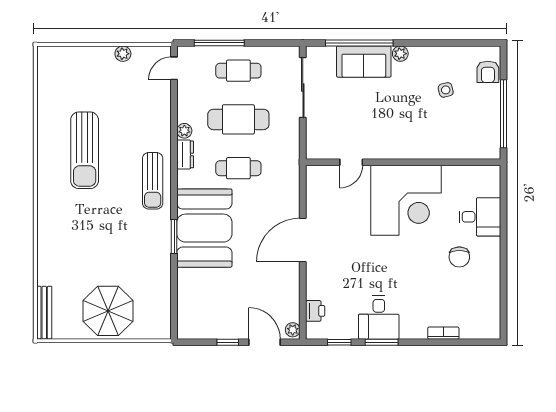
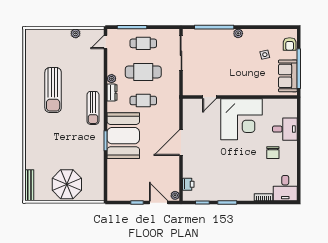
sofa: (364, 62) -> (288, 76), moved, turned 90
desk: (379, 318) -> (285, 188), moved

